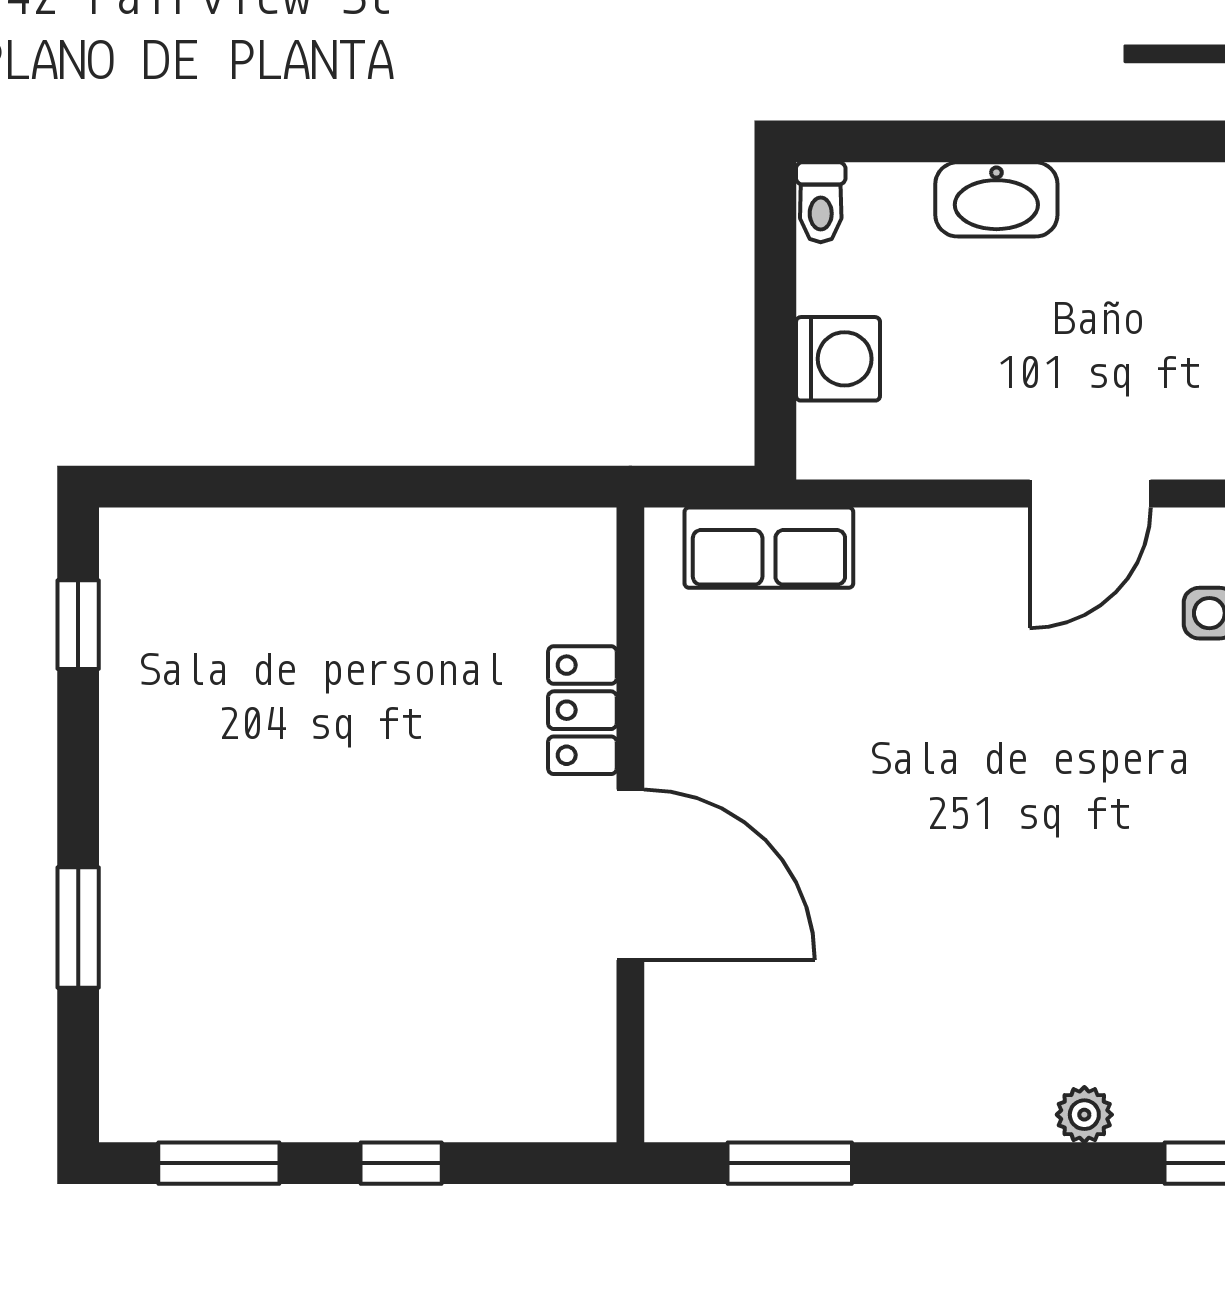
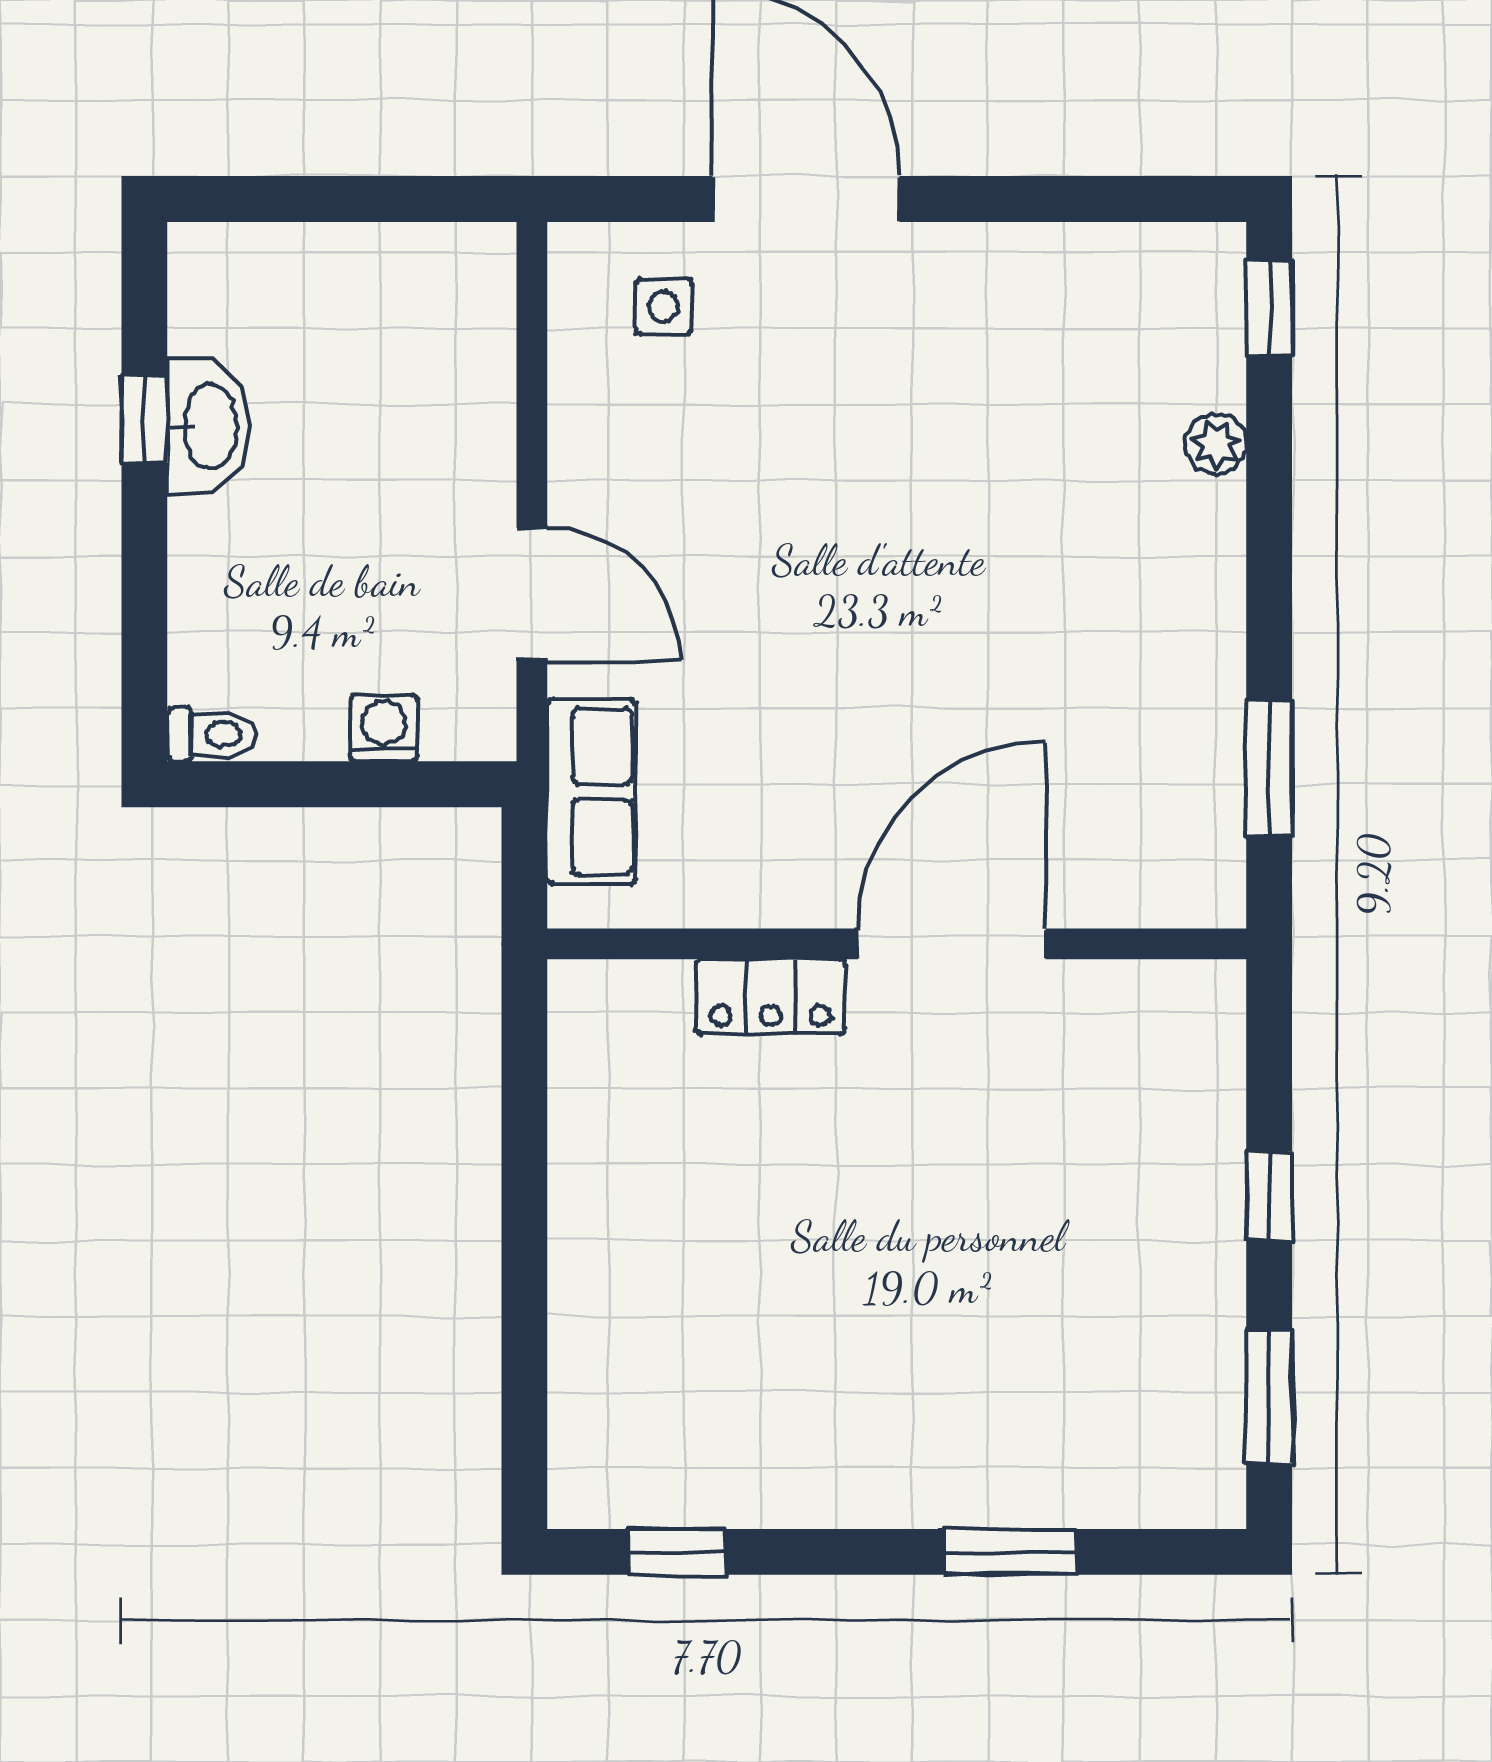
window: (1107, 141) -> (144, 419), added
washbasin: (996, 199) -> (208, 427), moved
washing machine: (838, 359) -> (384, 728), width x0.73, depth x0.73
door: (1090, 493) -> (532, 594), moved

